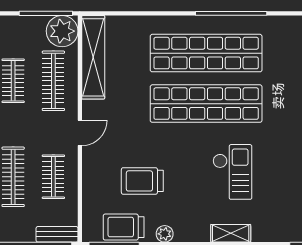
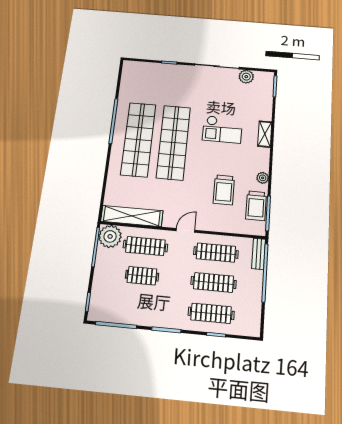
door: (80, 133) -> (185, 230), hinge flipped
checkout: (232, 172) -> (222, 129), turned 180
clothes rail: (53, 177) -> (216, 253), width x1.36

